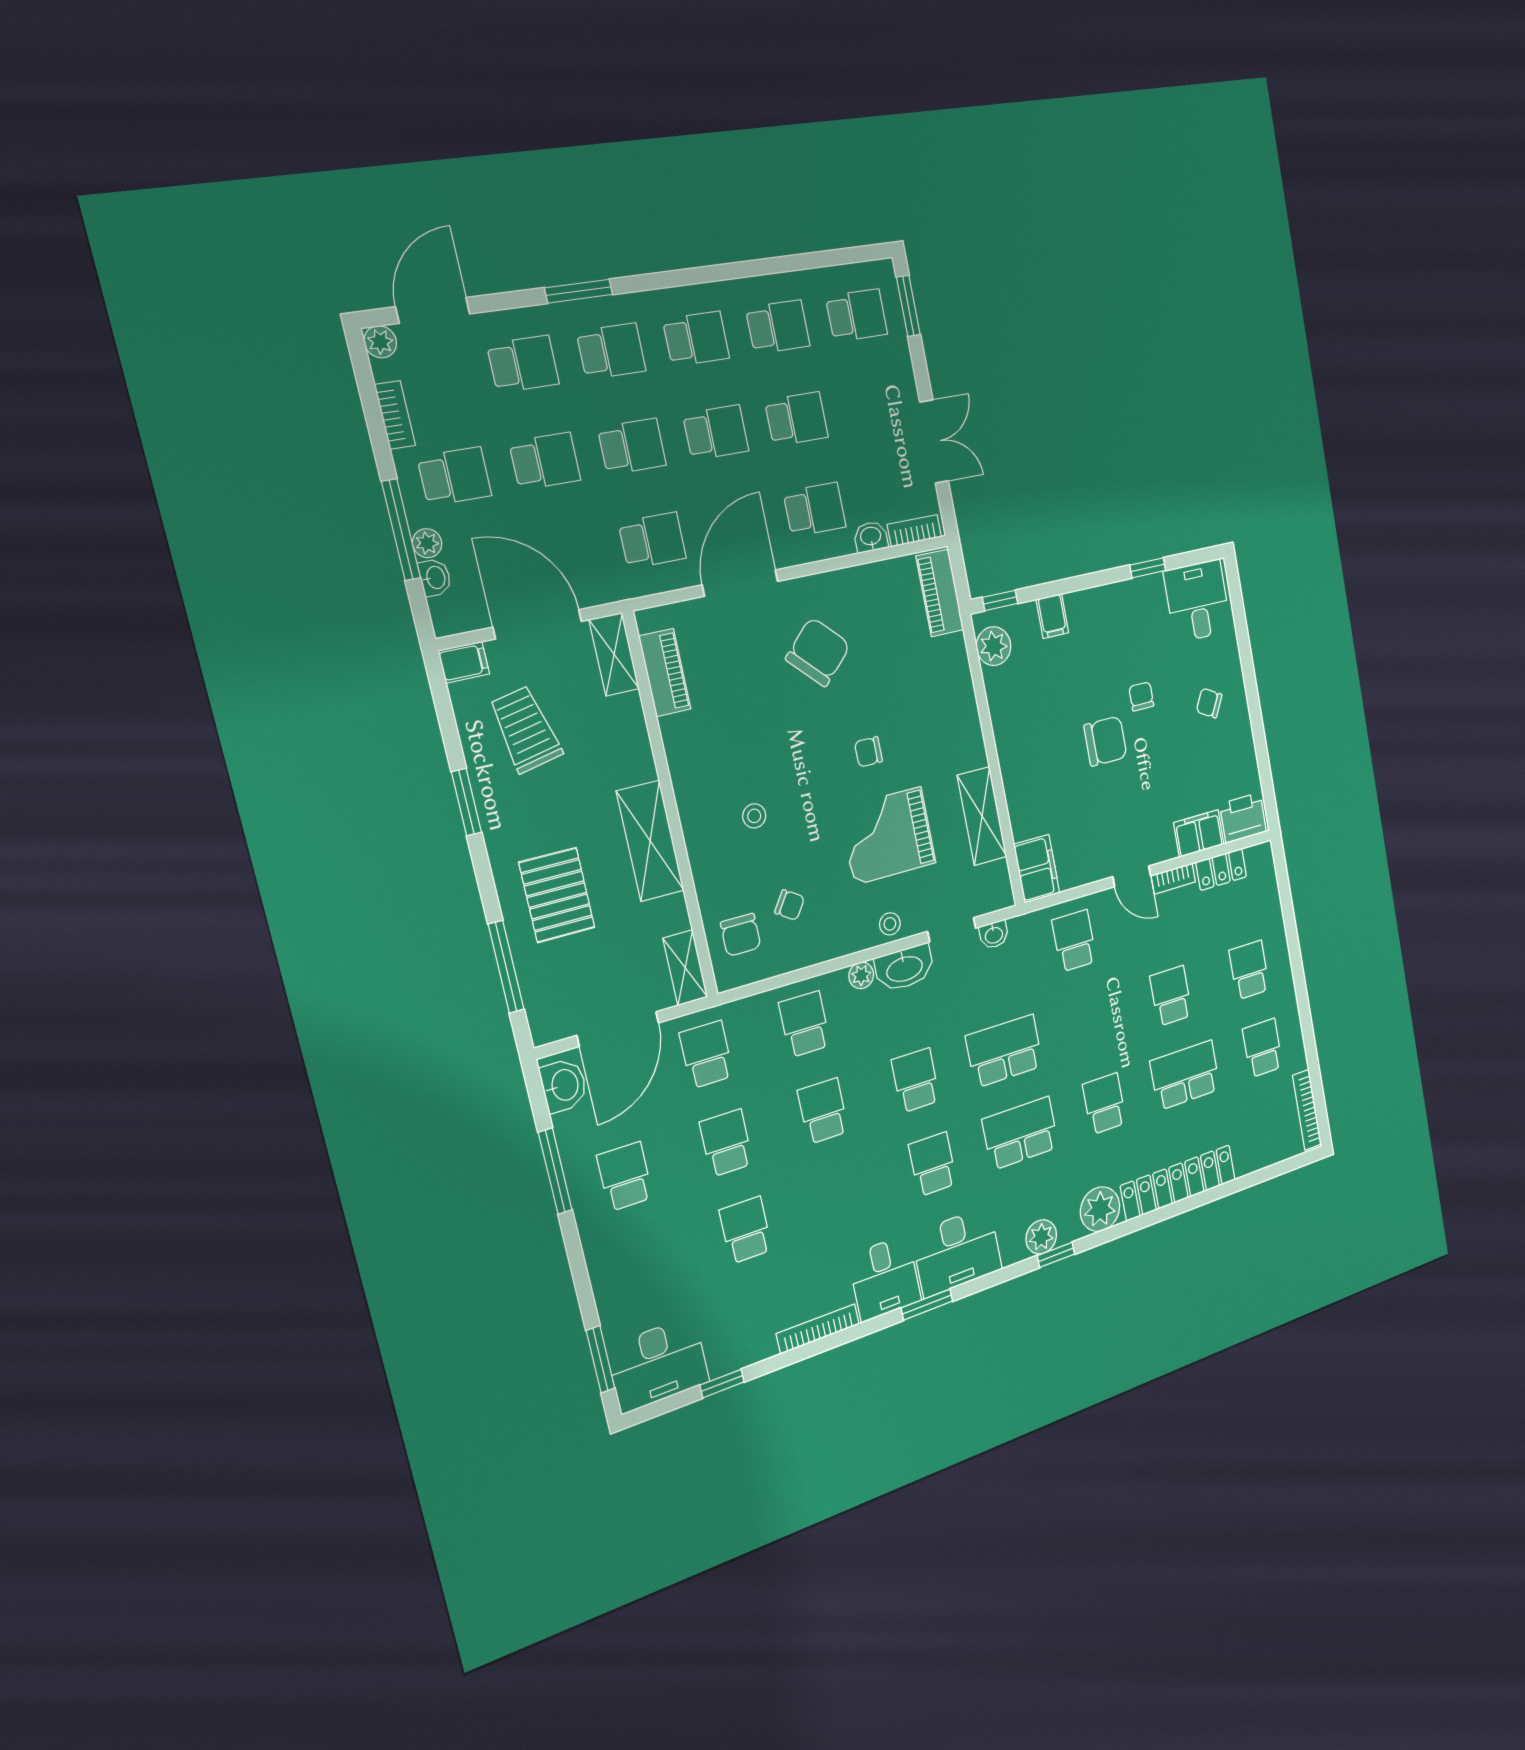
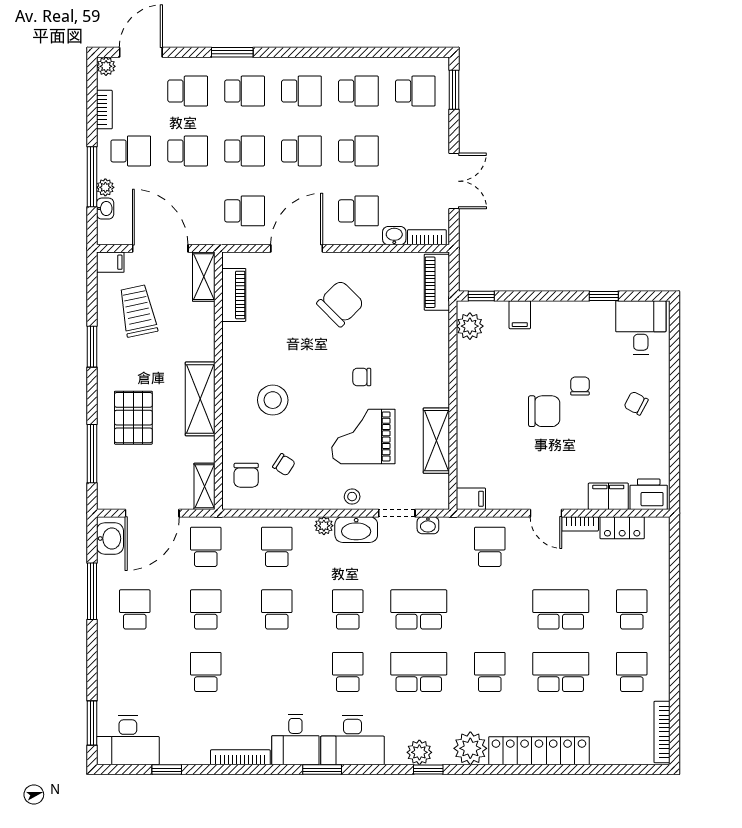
stool: (754, 816) -> (273, 400), width x1.89, depth x1.89
filing cabinet: (1037, 869) -> (471, 499), width x0.50
school desk: (1171, 996) -> (561, 609), width x1.85

